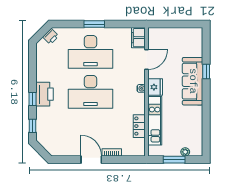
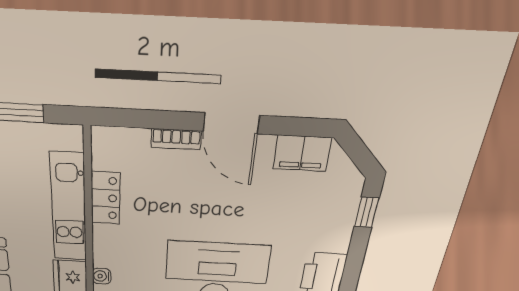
window: (32, 99) -> (352, 269), removed
filing cabinet: (63, 149) -> (302, 153), added

